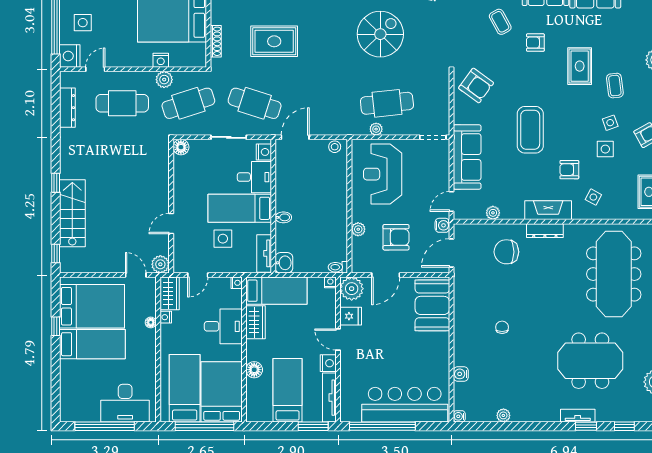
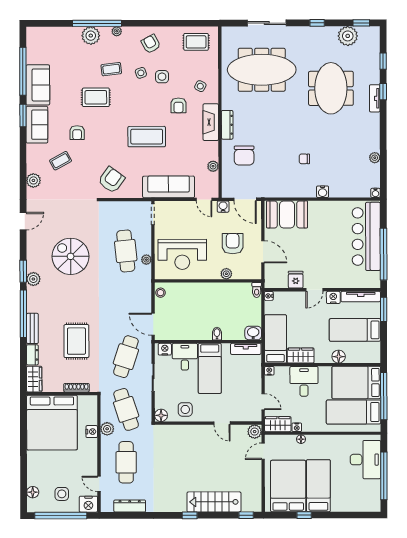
side table: (223, 239) -> (185, 409), moved
plant: (352, 289) -> (274, 279), removed
water cooler: (461, 374) -> (323, 192), moved

